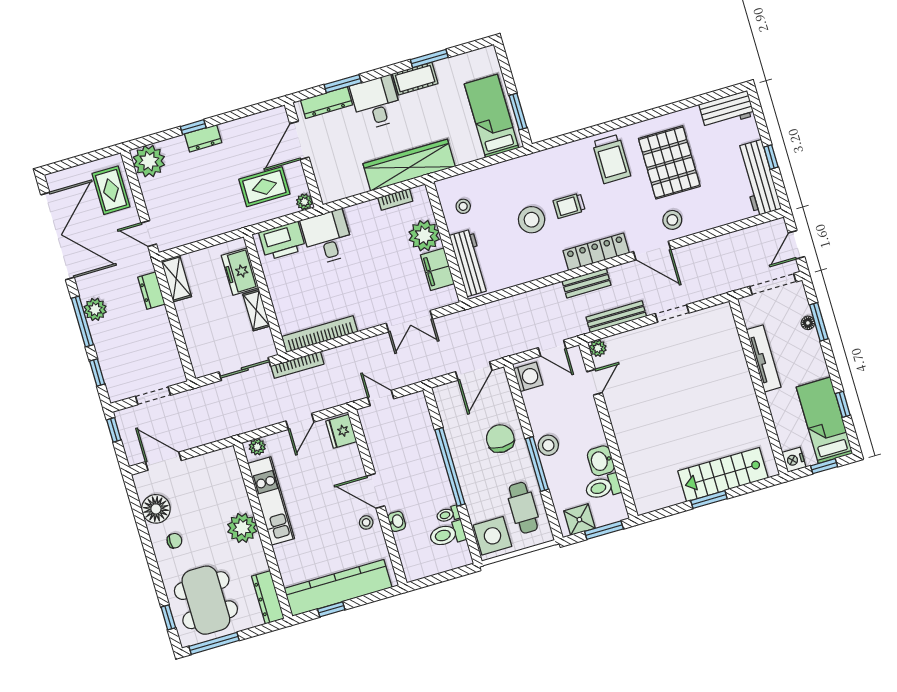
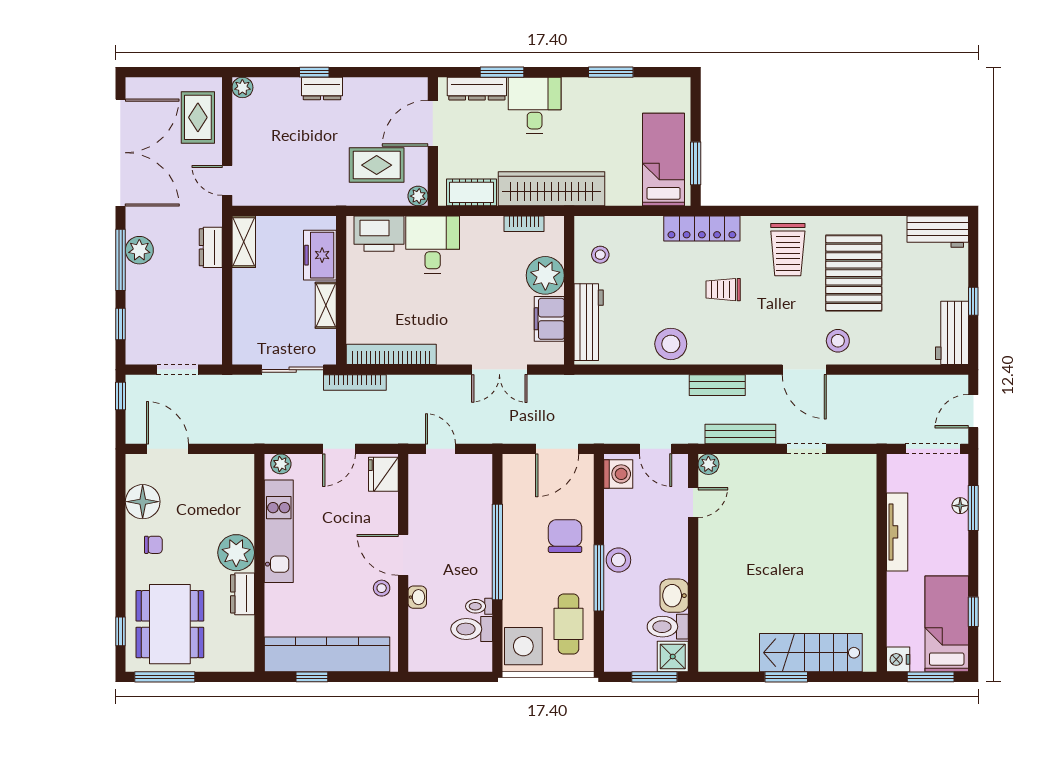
cot: (415, 79) -> (472, 192), moved
plant: (149, 161) -> (242, 87), width x0.53, depth x0.53
workbench: (759, 178) -> (952, 333), width x0.73
stool: (532, 220) -> (671, 344), moved
locker: (596, 252) -> (702, 228), moved, turned 180
window: (824, 466) -> (931, 677), width x1.50
shower: (579, 520) -> (673, 657), moved
dresser: (268, 597) -> (243, 594), moved, width x0.70

